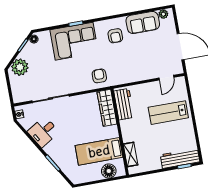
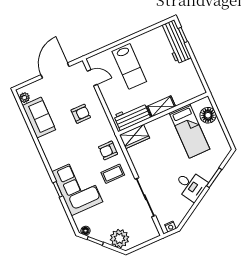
armchair: (115, 36) -> (81, 114), moved
coffee table: (78, 75) -> (113, 174), added
wardrobe: (107, 108) -> (134, 137), width x0.67
desk: (43, 132) -> (191, 185), moved
shelving: (131, 154) -> (161, 106), moved

